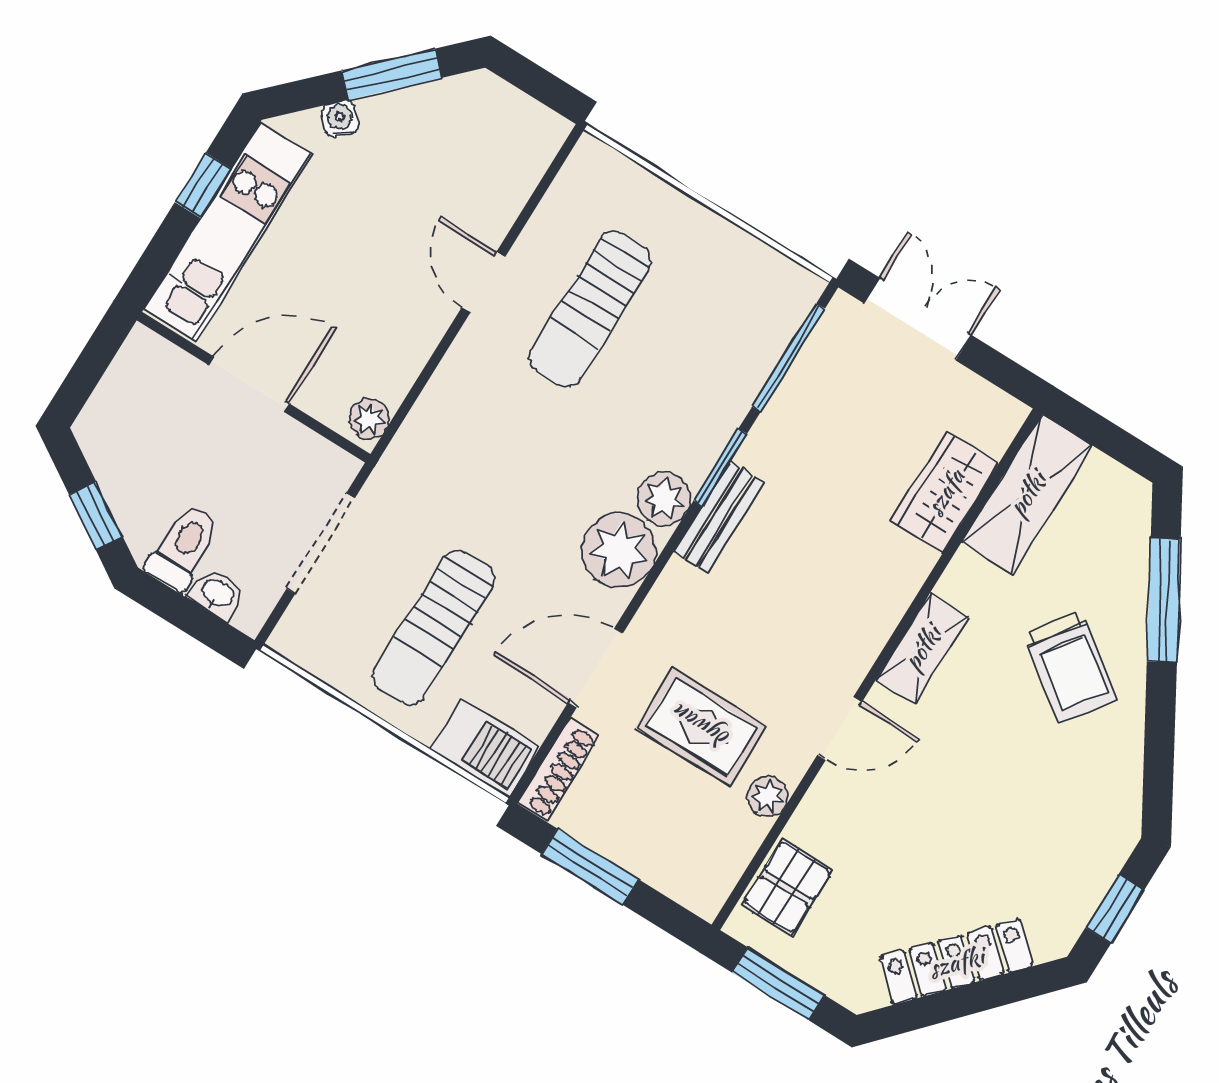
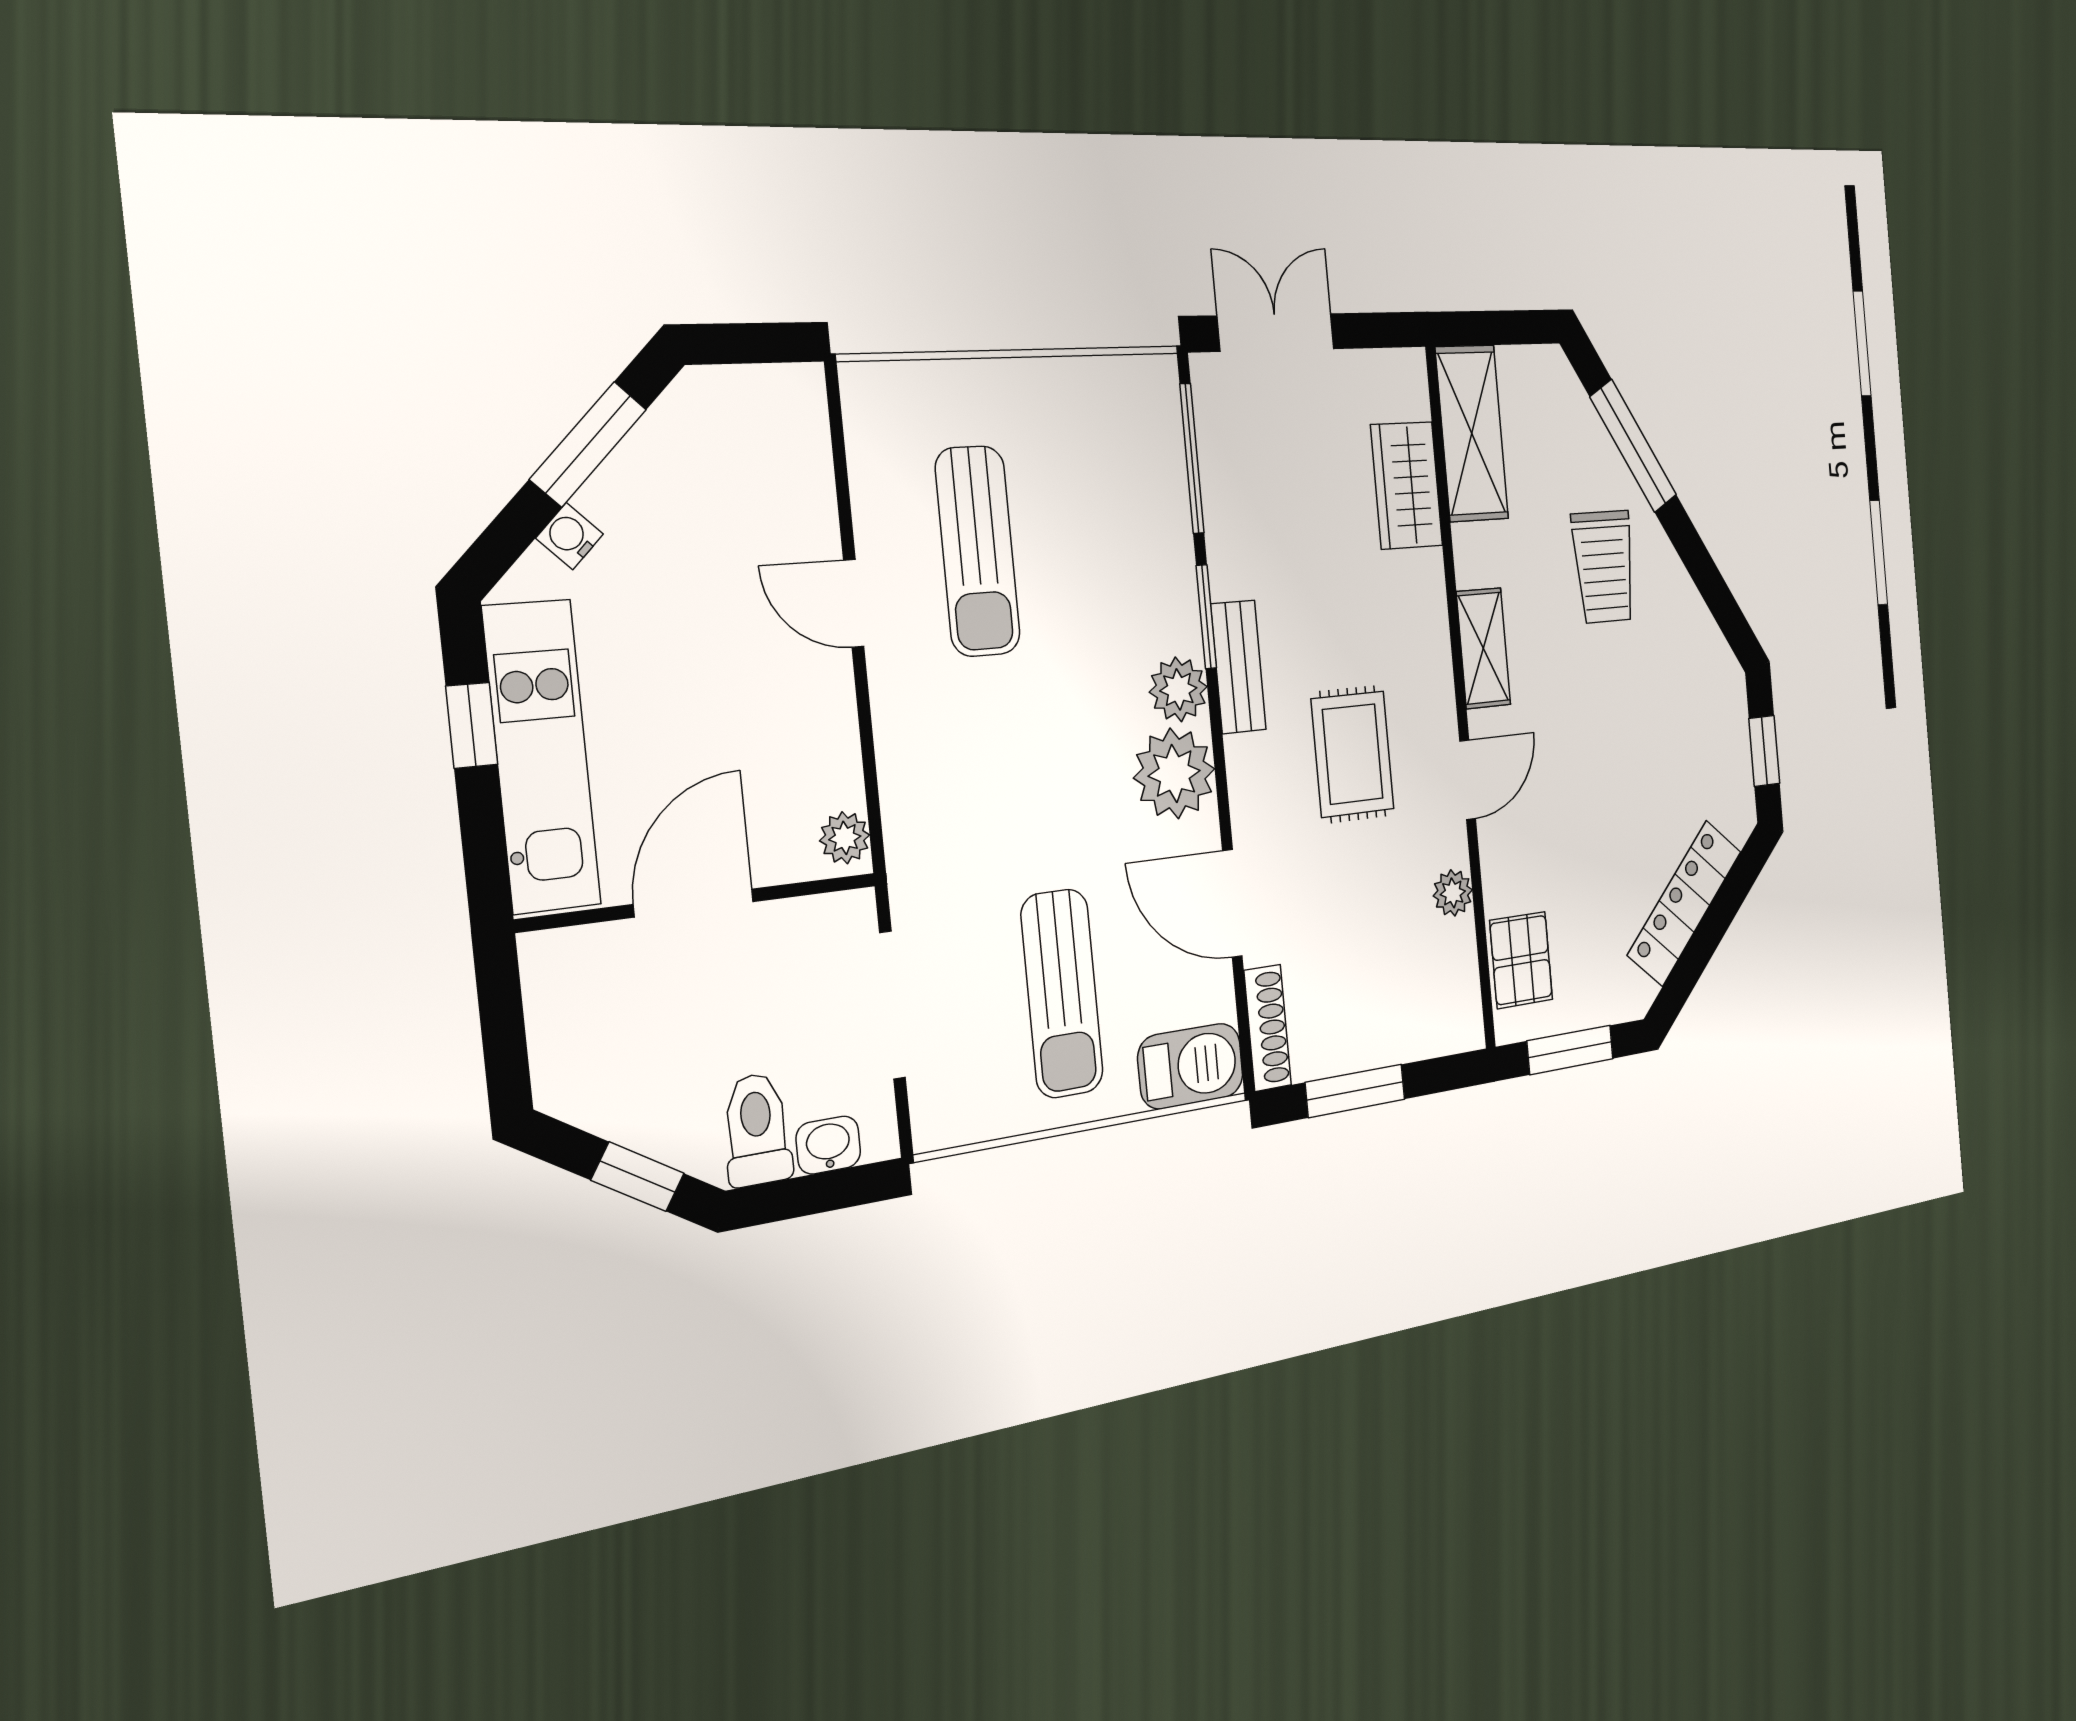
trolley: (1071, 667) -> (1604, 567), turned 54
door: (596, 668) -> (1232, 903), hinge flipped
rug: (701, 727) -> (1353, 754), moved, turned 90

